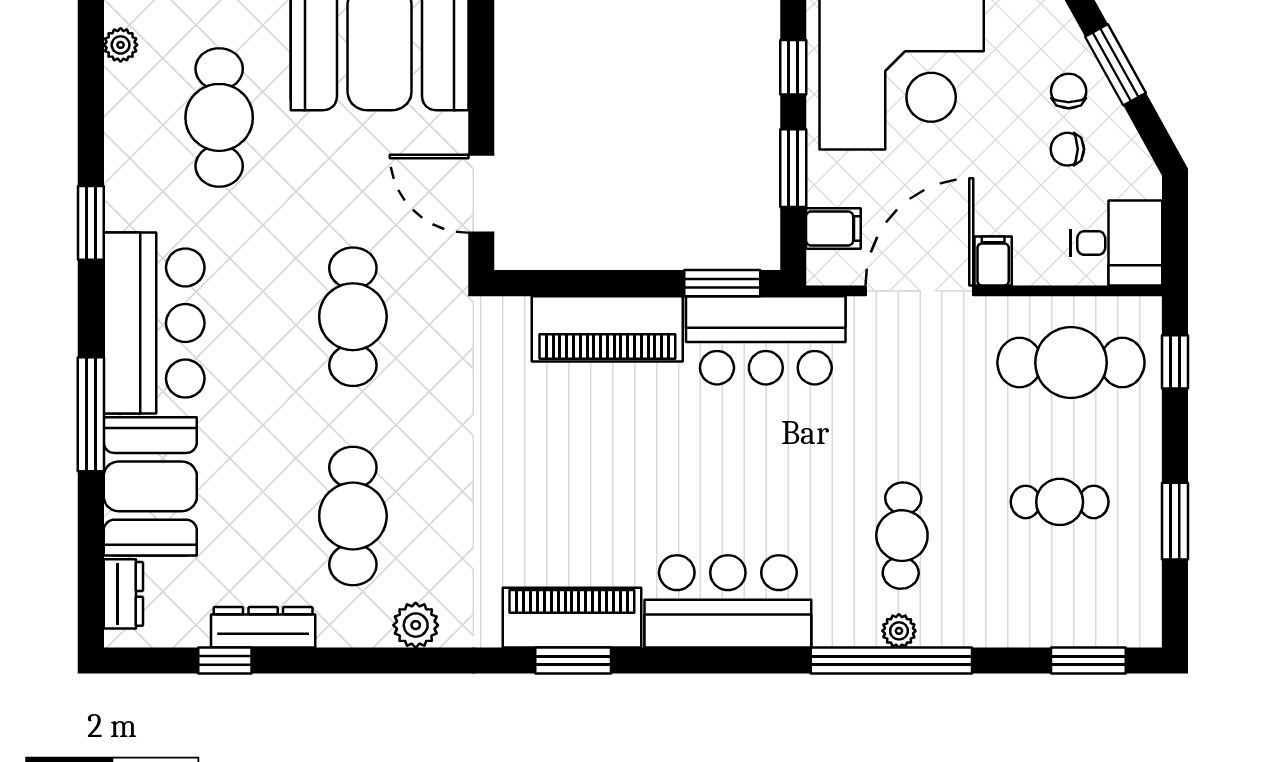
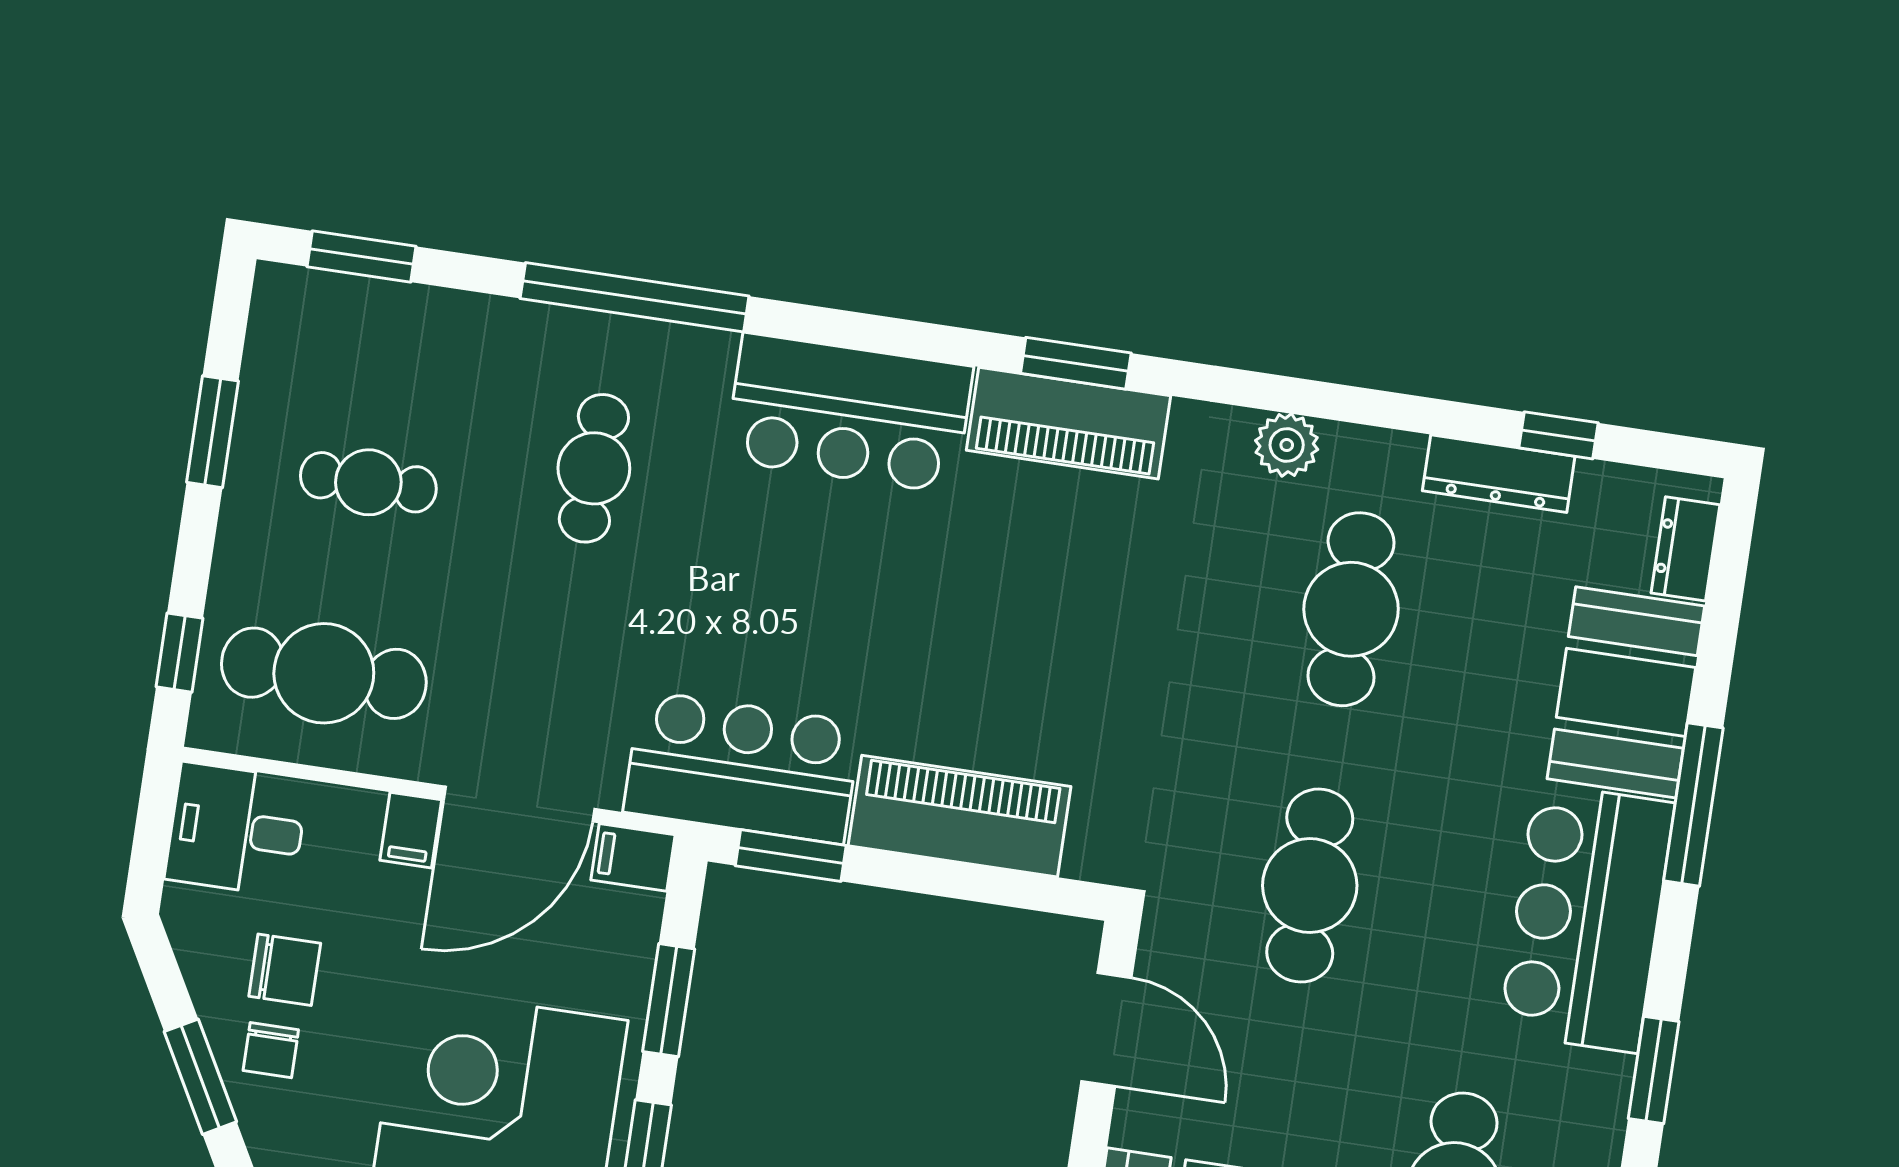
chair: (1067, 149) -> (285, 970), width x1.37, depth x1.37
filing cabinet: (833, 229) -> (633, 857), moved
plant: (899, 631) -> (618, 337), removed

